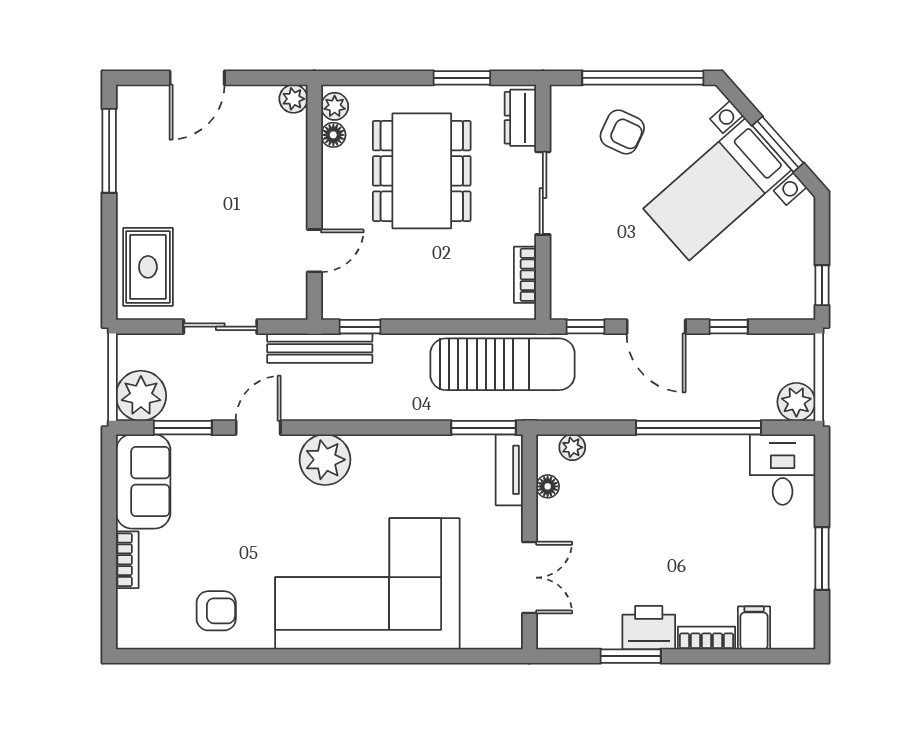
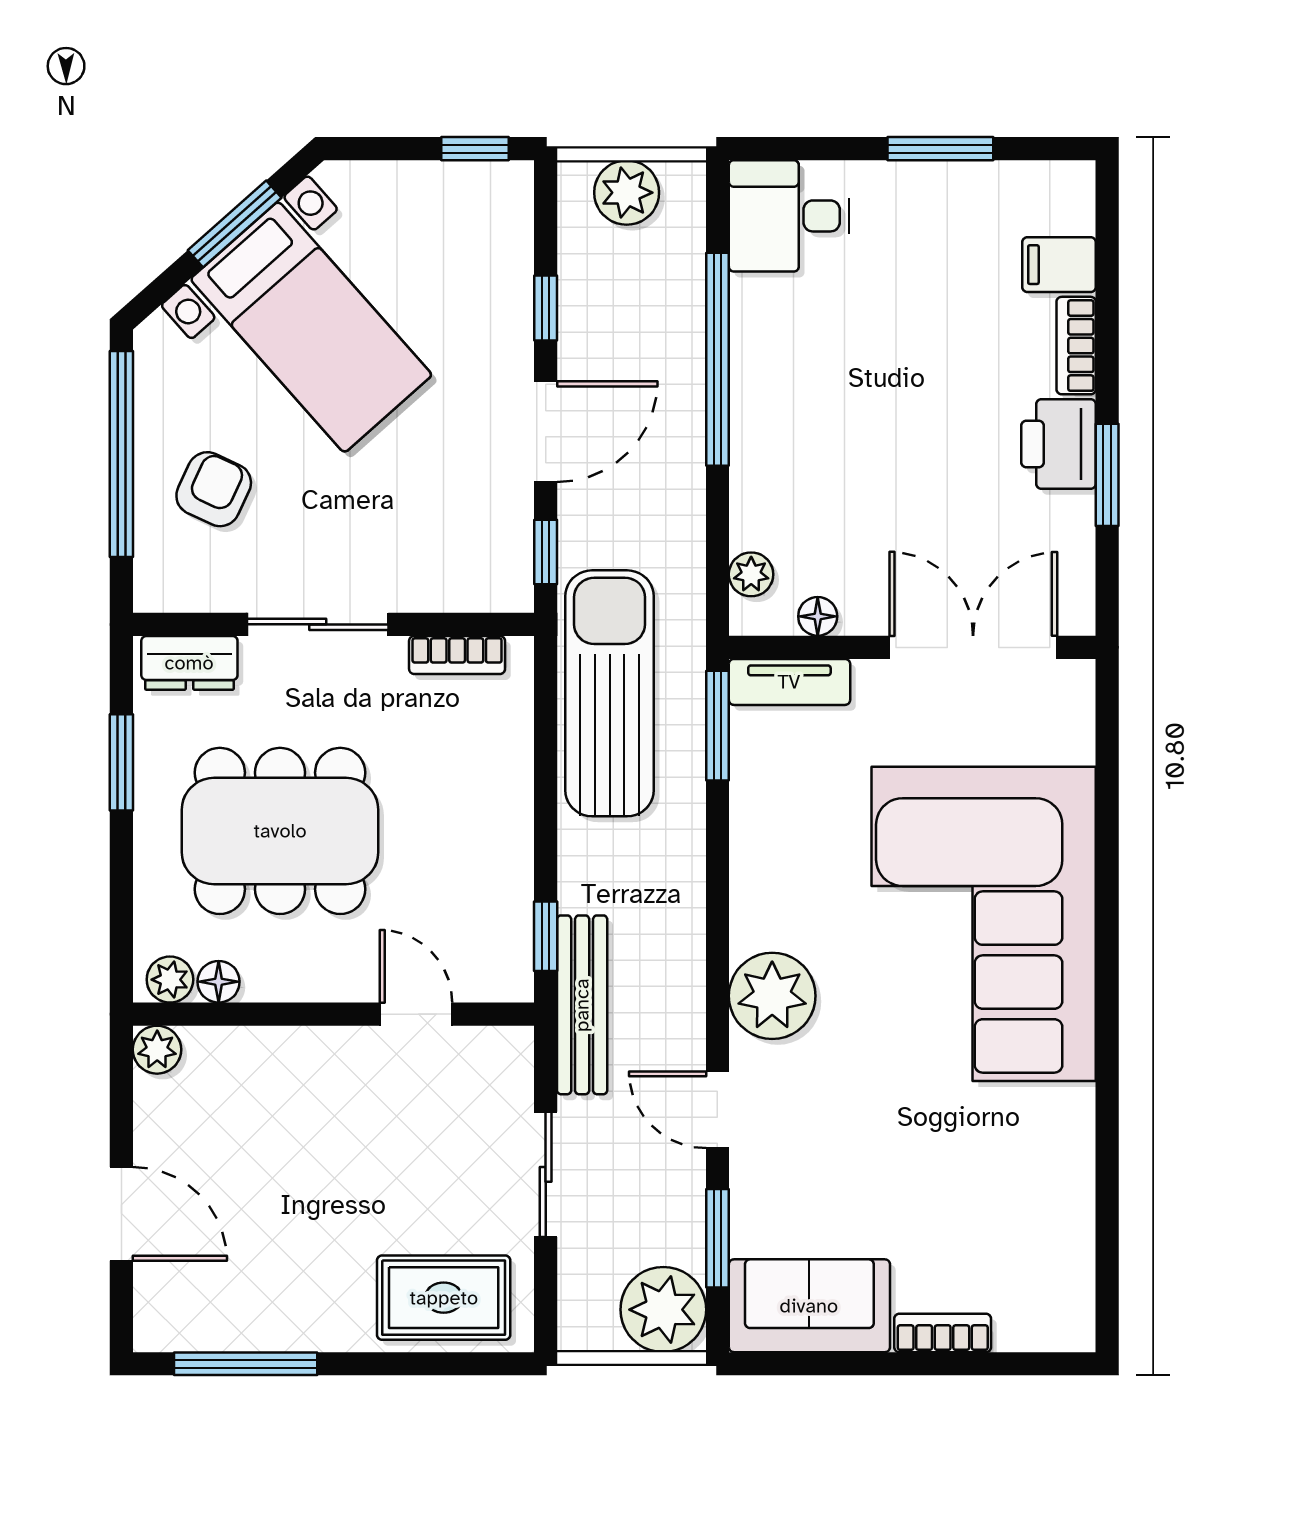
plant: (796, 402) -> (627, 193), moved
double door: (529, 578) -> (973, 647), width x1.37
armchair: (216, 611) -> (1030, 1181), removed

